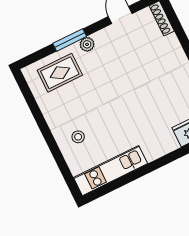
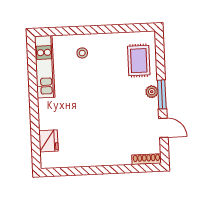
window: (70, 40) -> (162, 94), moved

